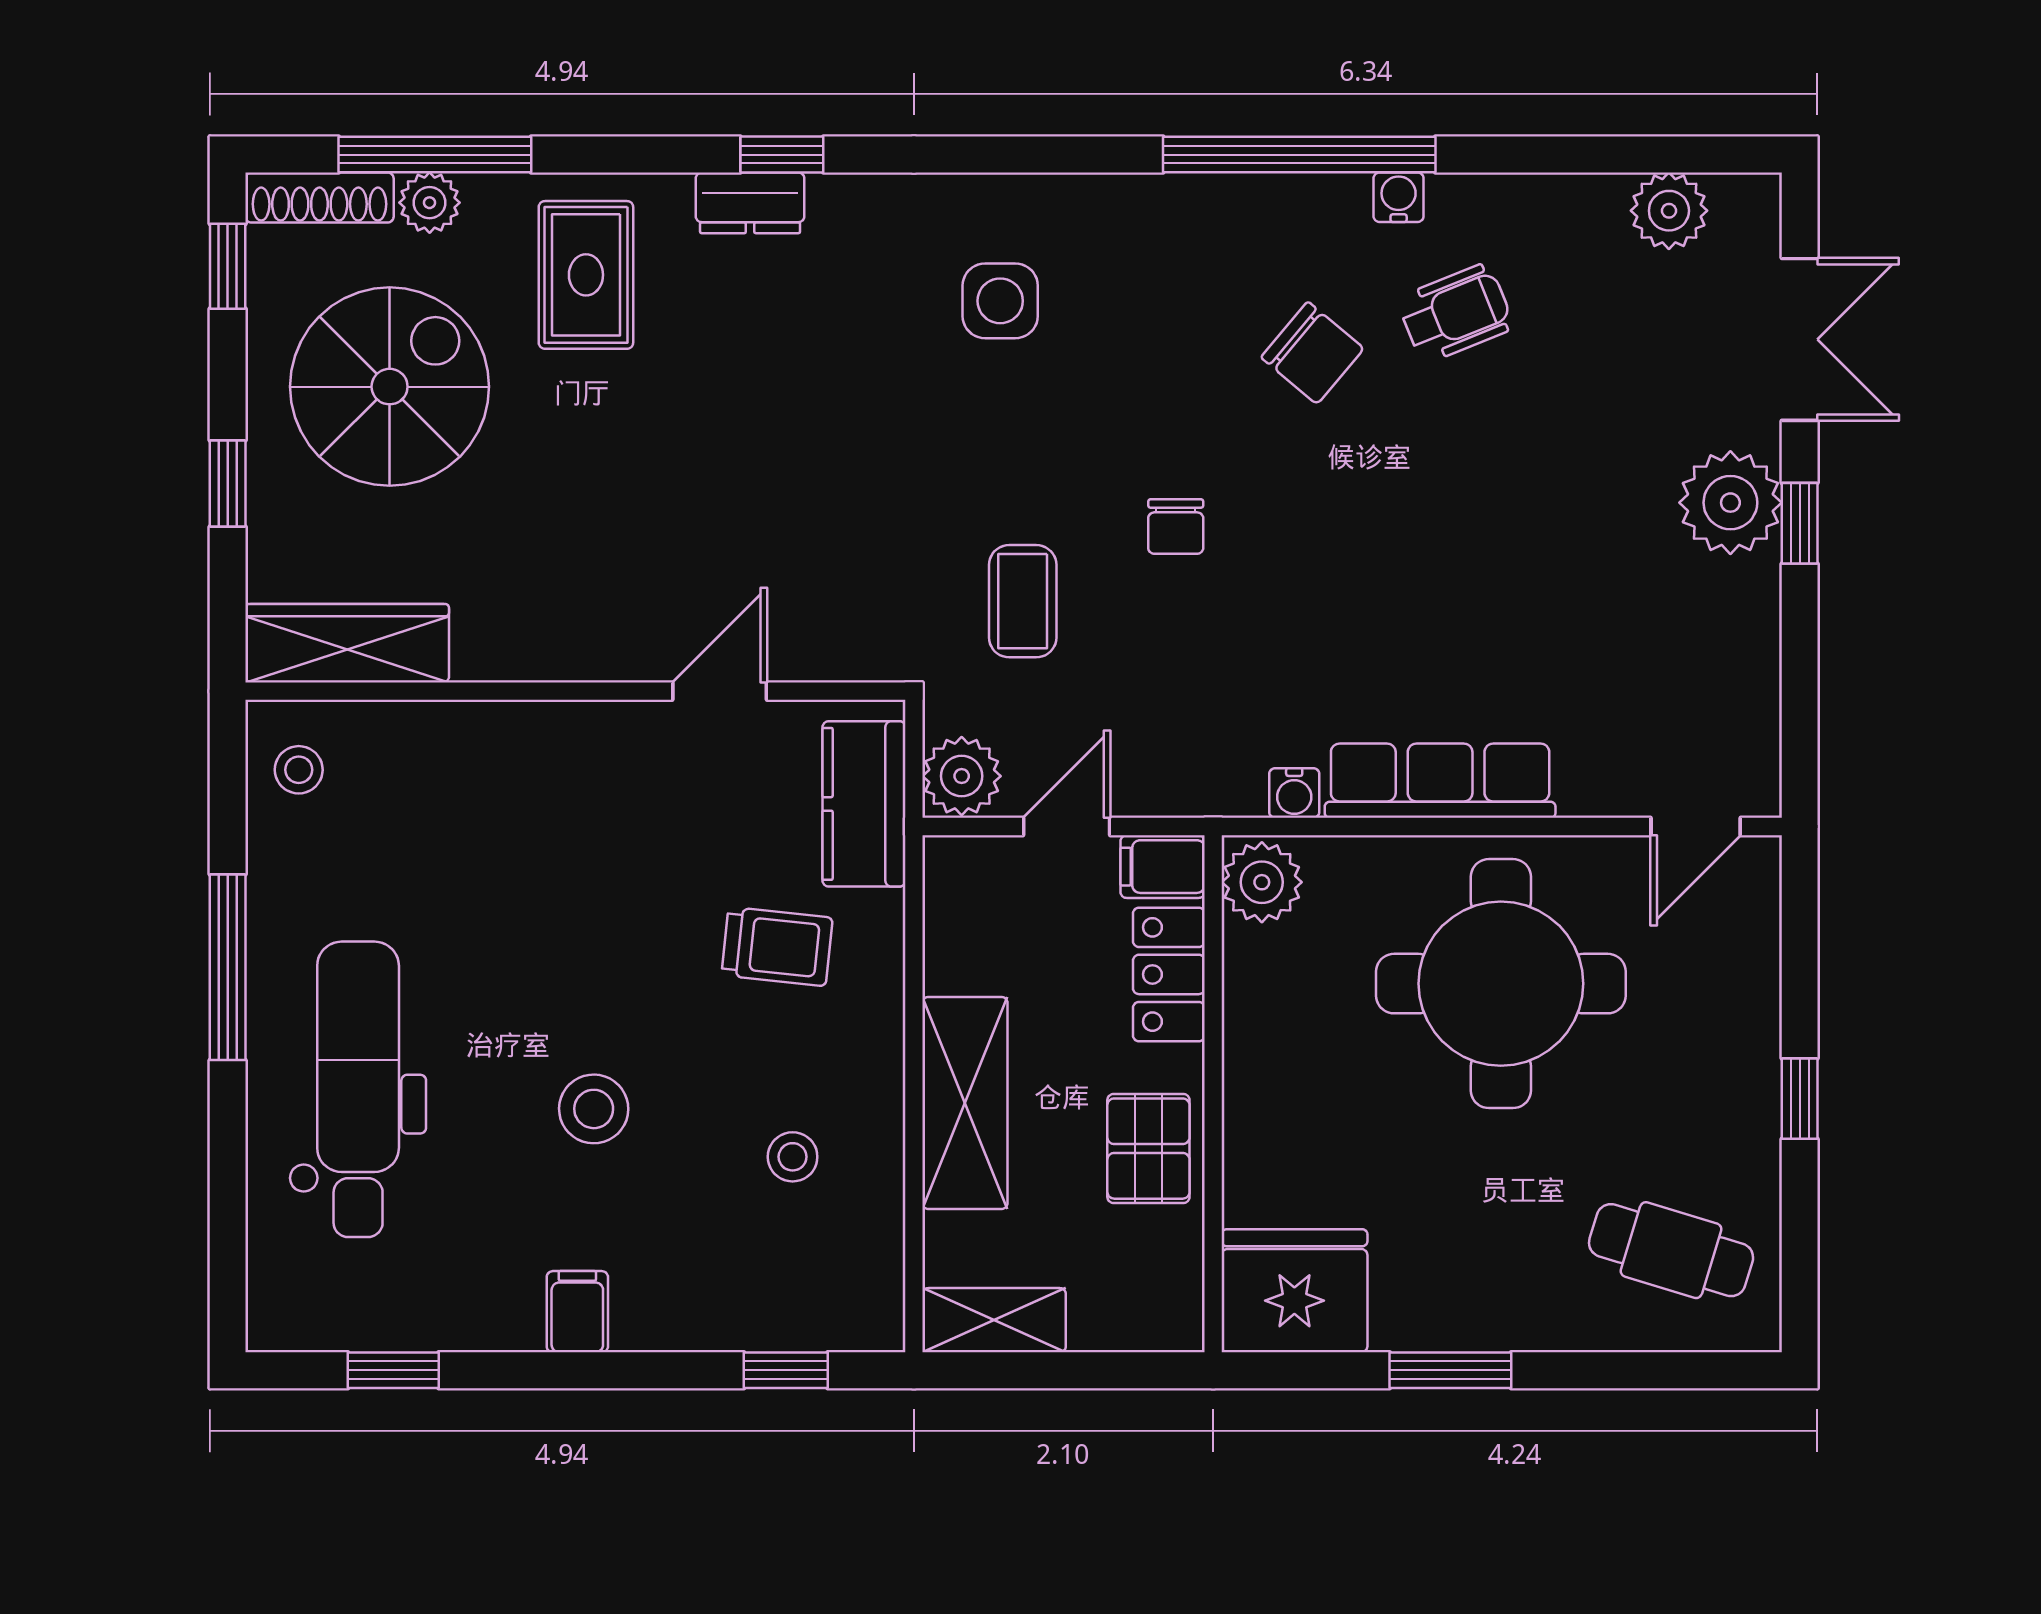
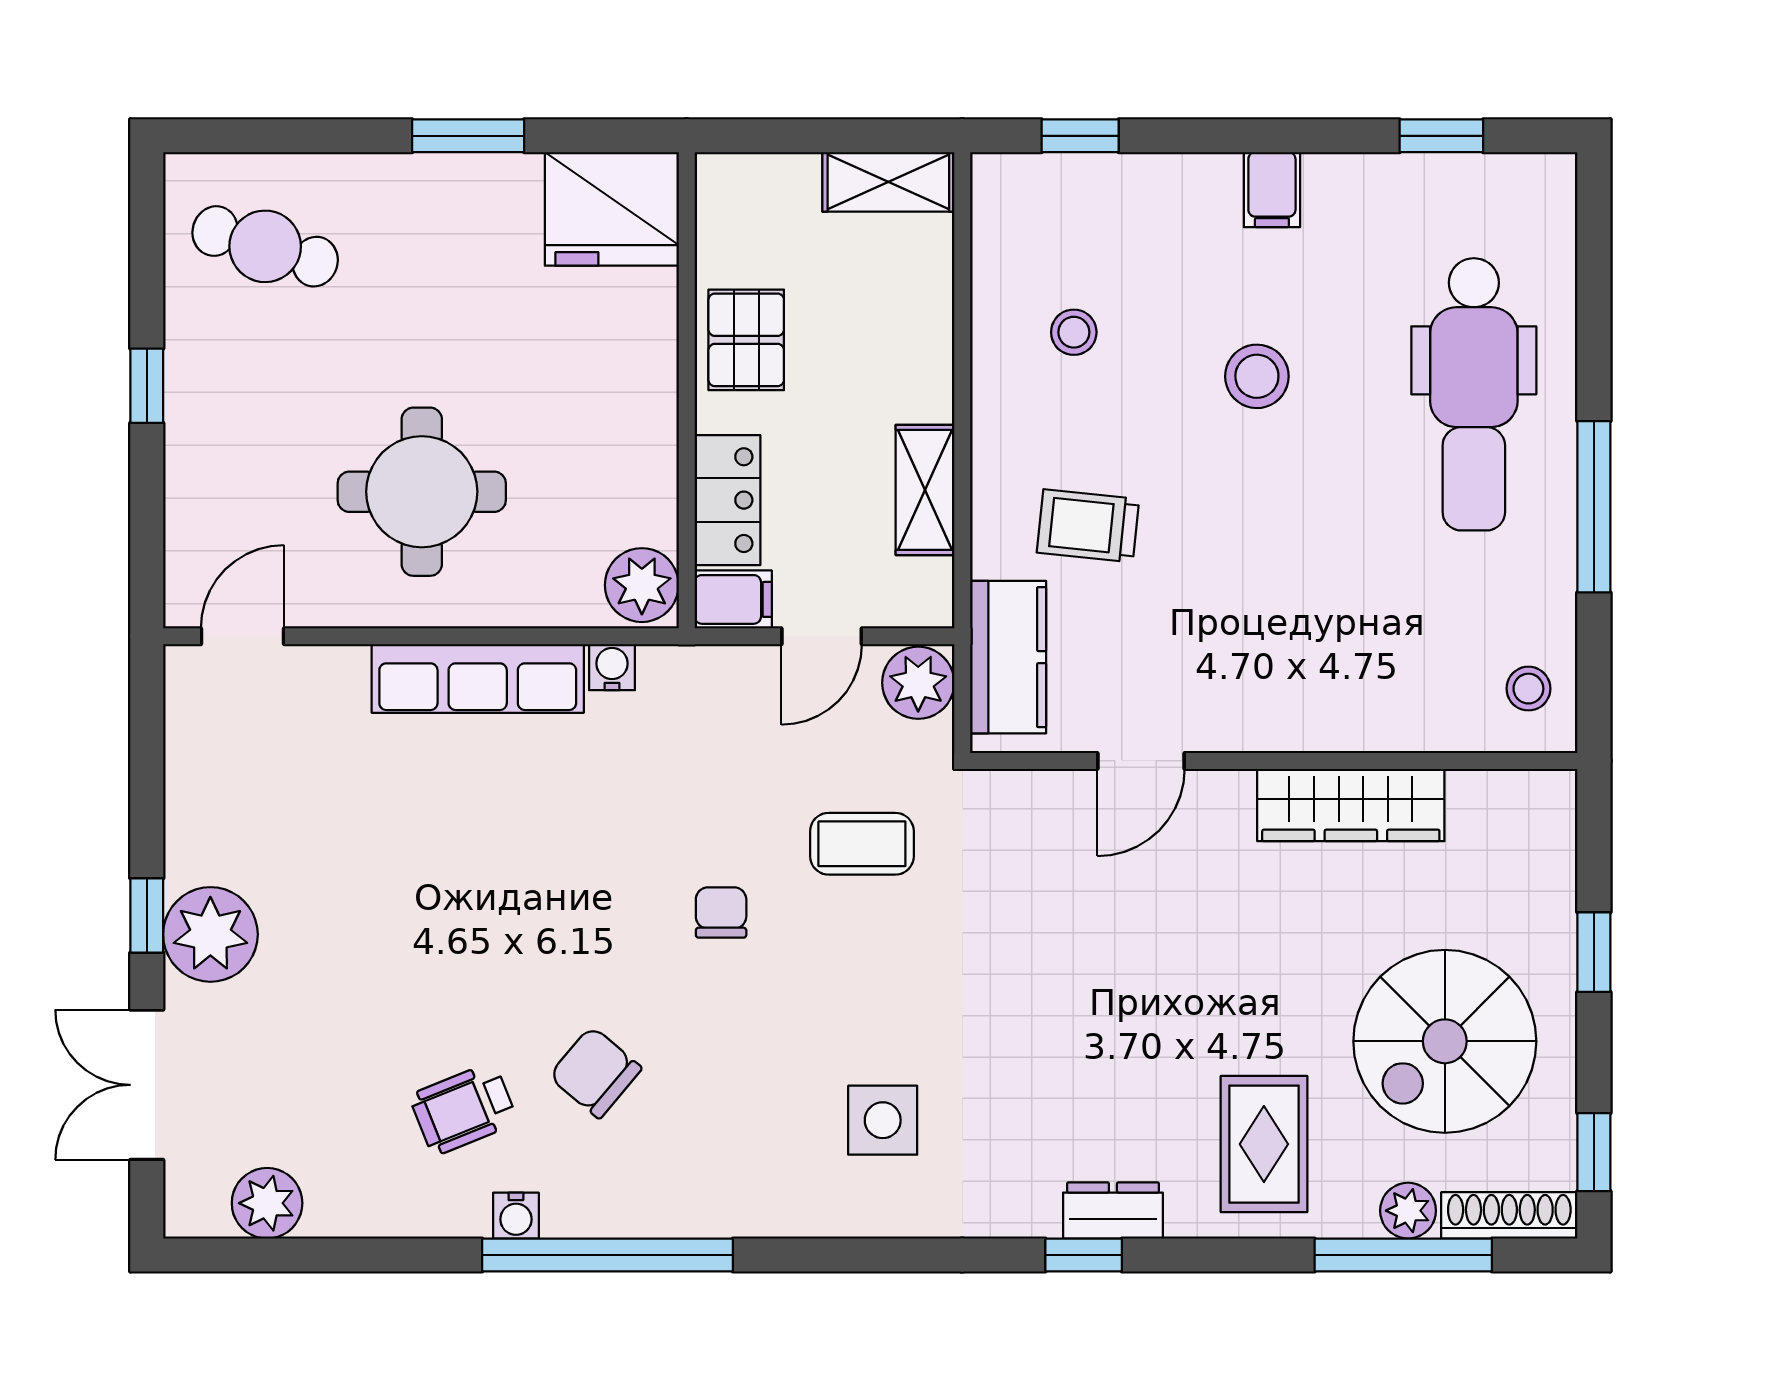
coffee table: (1023, 601) -> (862, 844), turned 90
wardrobe: (347, 643) -> (1351, 805), moved
round table: (1501, 984) -> (422, 492), width x0.73, depth x0.73
shelving: (965, 1103) -> (925, 490), moved, width x0.67, depth x0.75

